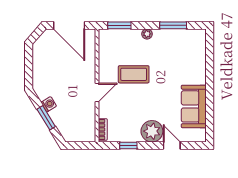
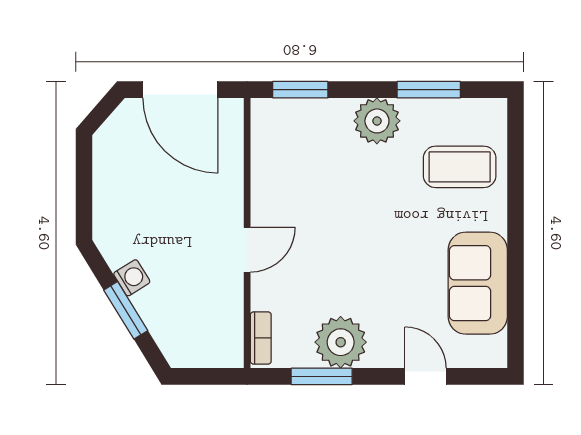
plant: (147, 34) -> (377, 121), width x1.88, depth x1.88
coffee table: (134, 74) -> (460, 167), moved
plant: (152, 131) -> (341, 342), moved
window: (128, 146) -> (322, 376), width x1.50

